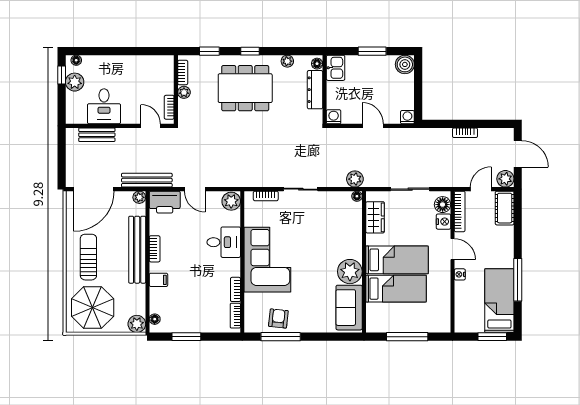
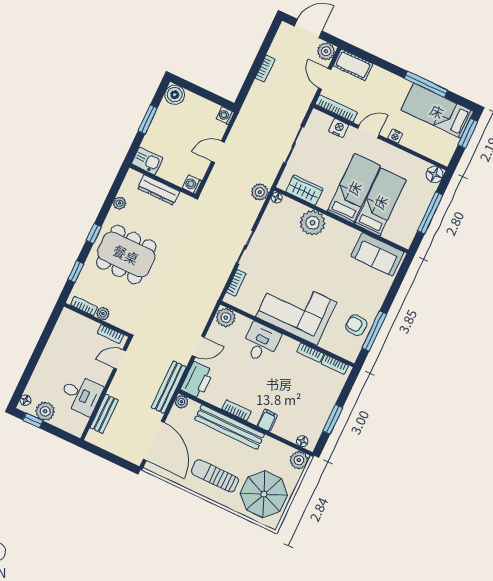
floor lamp: (317, 64) -> (135, 176), removed
dining table: (245, 88) -> (126, 254), turned 90
floor lamp: (443, 205) -> (435, 174), moved
plant: (350, 272) -> (312, 223), moved

